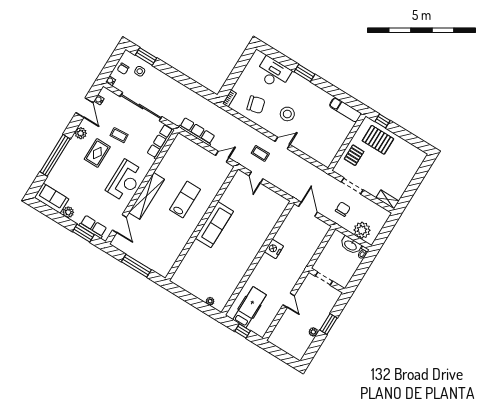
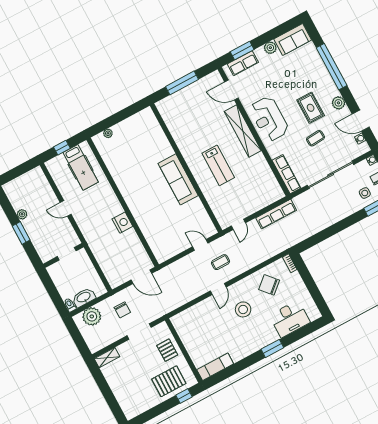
chair: (256, 105) -> (269, 285), turned 64

